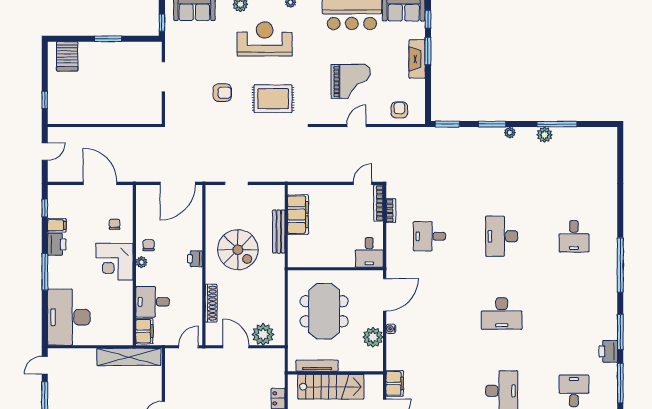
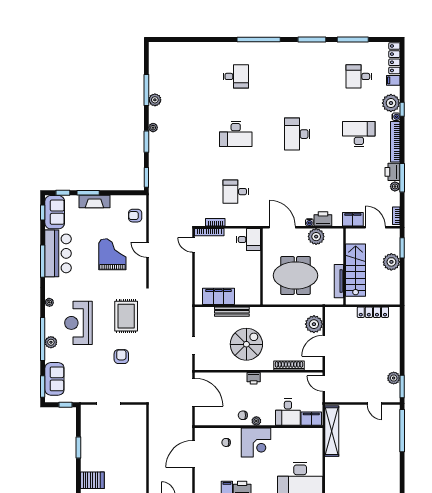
desk: (429, 236) -> (236, 192), turned 90
desk: (502, 314) -> (297, 134), turned 180
printer: (608, 351) -> (323, 219), moved, turned 180

